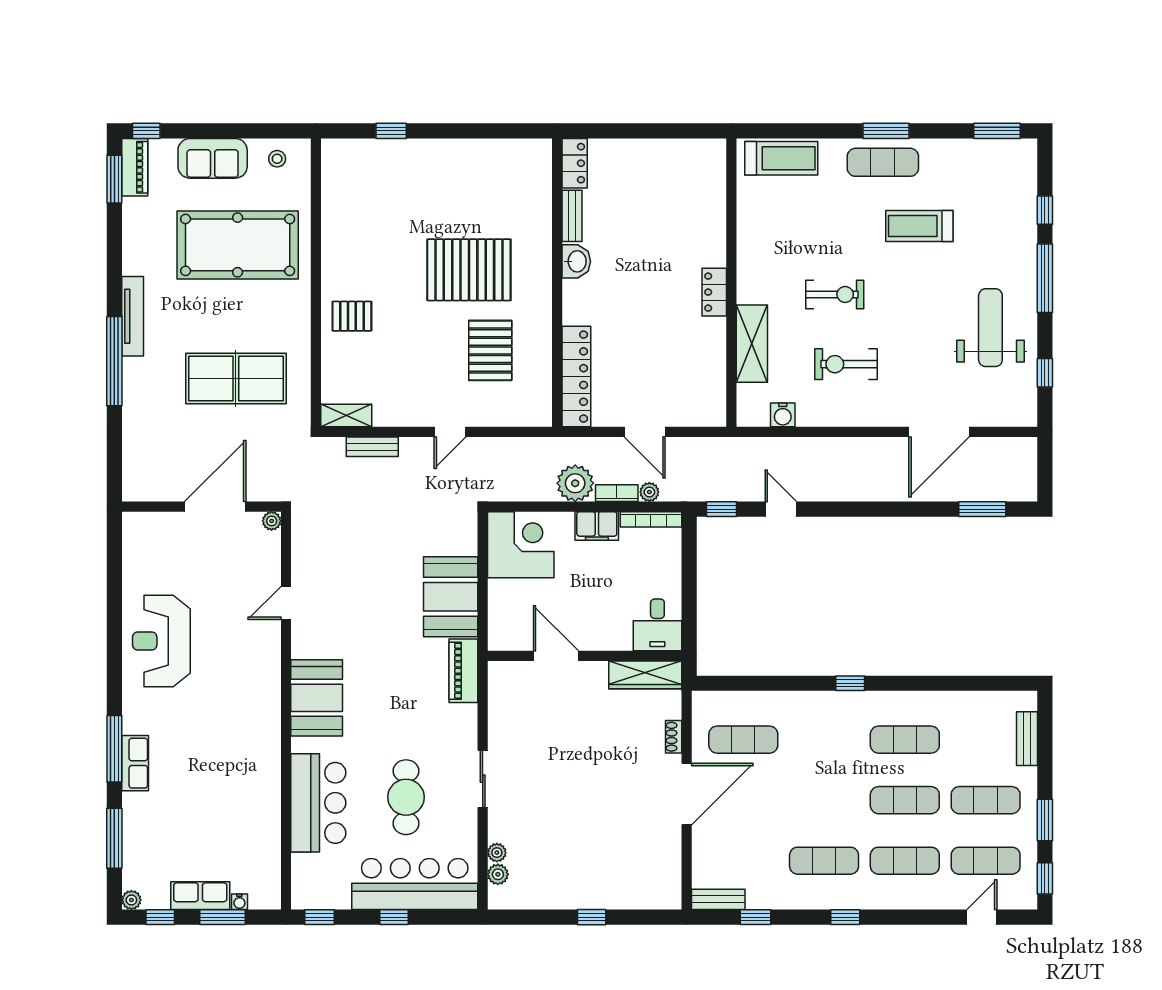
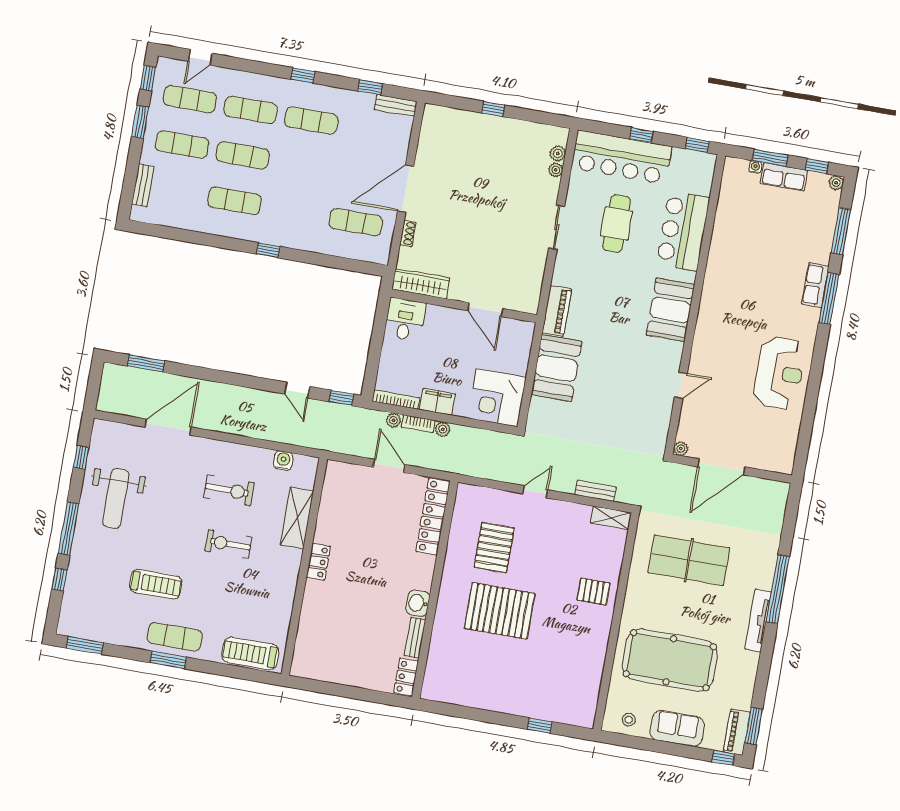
plant: (575, 483) -> (443, 429), width x0.53, depth x0.53

